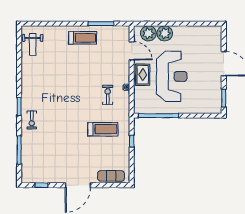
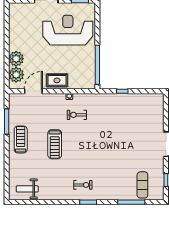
weight bench: (33, 45) -> (27, 189), turned 180
reception desk: (172, 76) -> (68, 30), moved
exercise bike: (32, 120) -> (83, 185), moved
treadmill: (103, 129) -> (55, 144), moved, turned 180
exercise mat: (111, 176) -> (142, 185), moved

